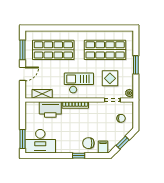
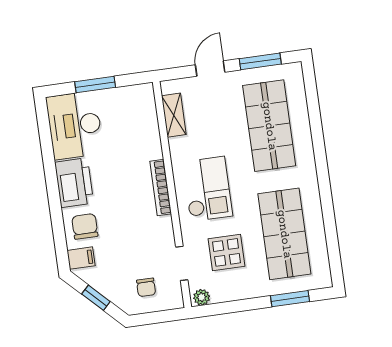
window: (136, 65) -> (290, 299), moved
door: (23, 74) -> (210, 68), swing flipped
printer: (50, 109) -> (74, 183), moved, turned 180
window: (23, 139) -> (95, 85), moved
window: (79, 156) -> (56, 210), removed

